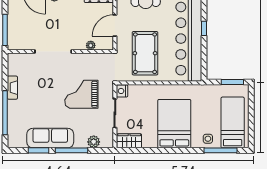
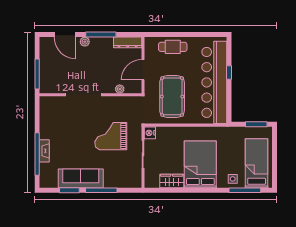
fireplace: (12, 88) -> (44, 151), moved
wardrobe: (129, 141) -> (172, 181), moved
plant: (94, 142) -> (123, 182), removed

